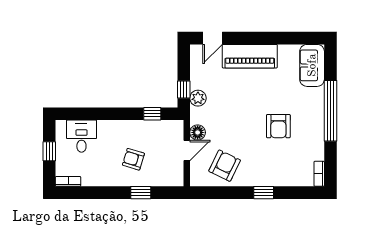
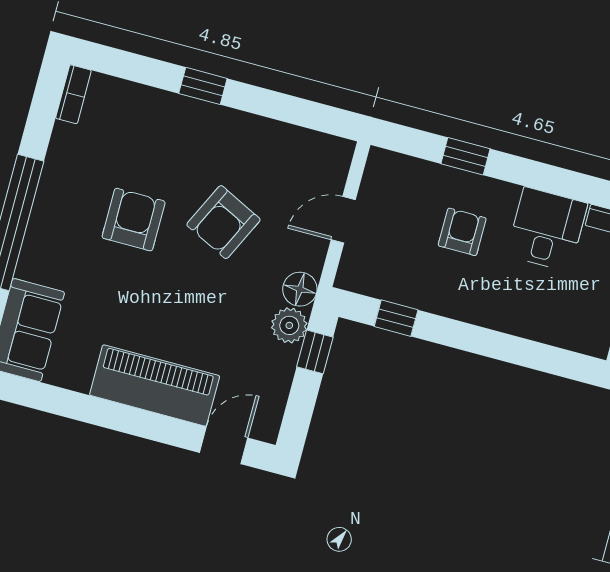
floor lamp: (198, 132) -> (300, 289), moved
desk: (81, 136) -> (547, 229), moved, turned 180
armchair: (133, 159) -> (462, 232), turned -107
armchair: (225, 166) -> (223, 222), moved

